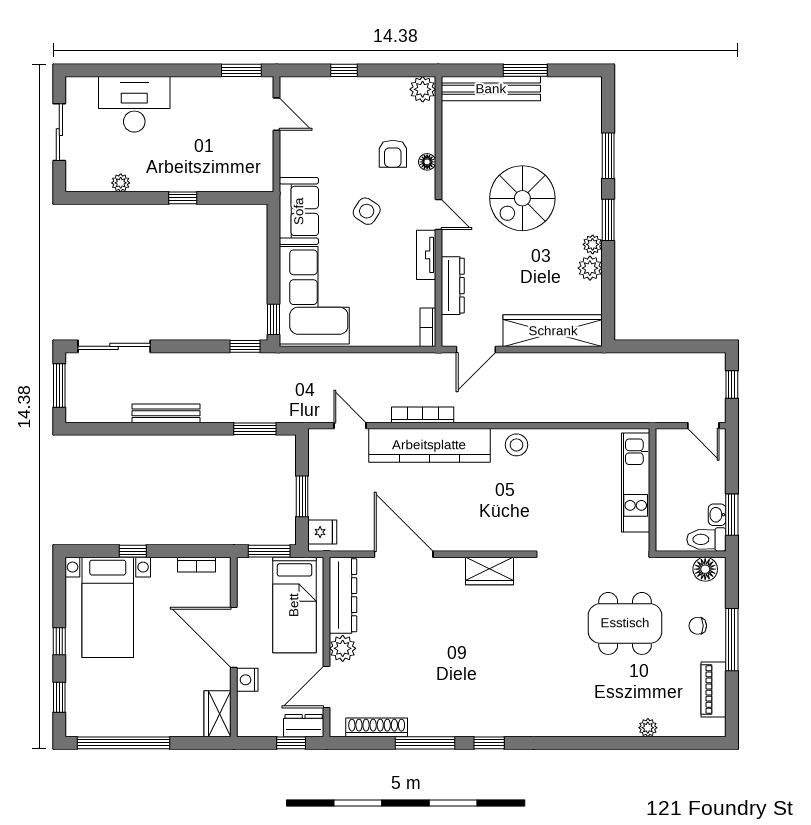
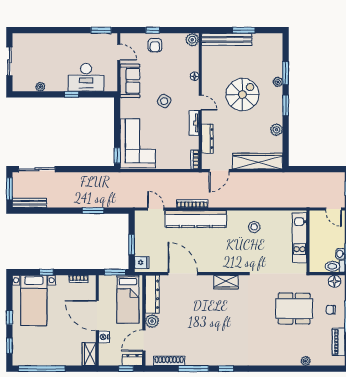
desk: (134, 104) -> (86, 77), moved, turned 180
armchair: (393, 154) -> (155, 45), moved
spiral stairs: (522, 198) -> (242, 95), turned 180
sofa: (299, 211) -> (130, 81), moved
plant: (593, 244) -> (278, 82), moved
window: (245, 346) -> (103, 169), removed
bench: (166, 413) -> (29, 203), moved
window: (255, 429) -> (93, 211), moved
stool: (516, 445) -> (254, 227), moved

